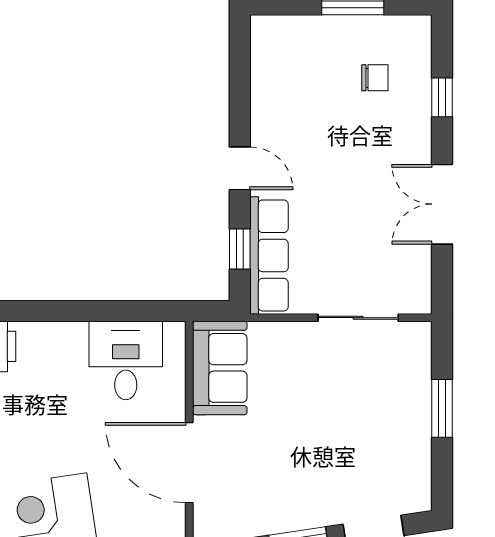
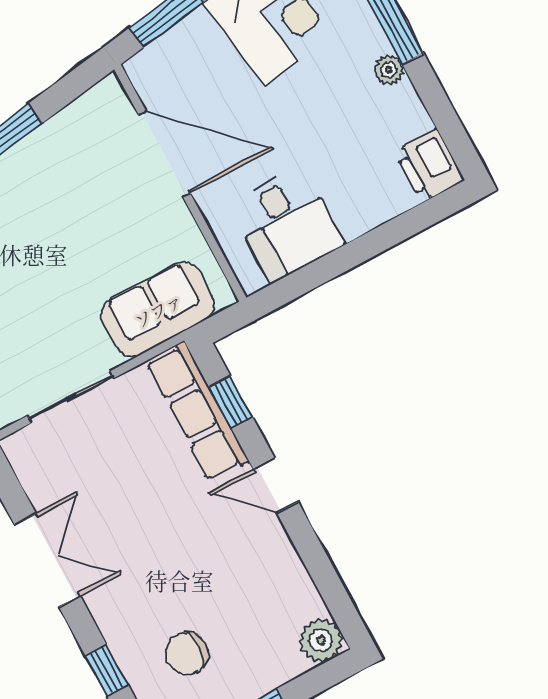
plant: (269, 33) -> (321, 640), added
chair: (375, 78) -> (187, 653), width x1.37, depth x1.37
sofa: (220, 368) -> (158, 310), moved, turned 90

